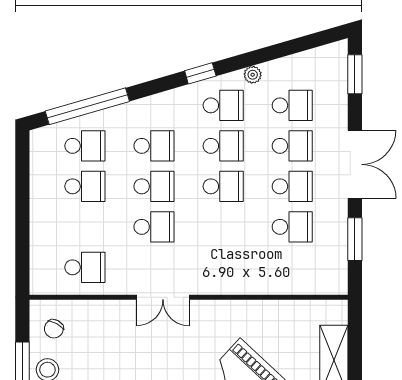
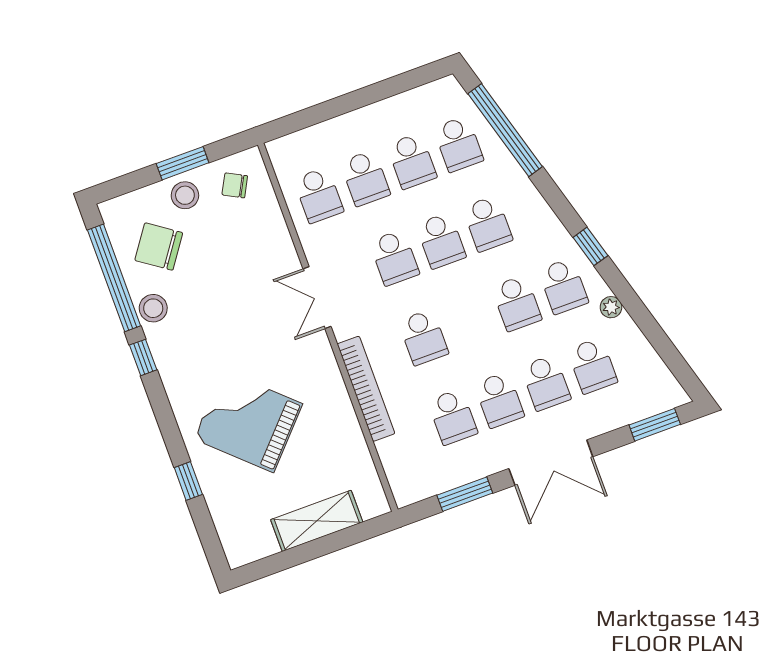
school desk: (223, 186) -> (423, 337), moved
school desk: (85, 227) -> (365, 178), added
bookcase: (246, 285) -> (366, 389), added

